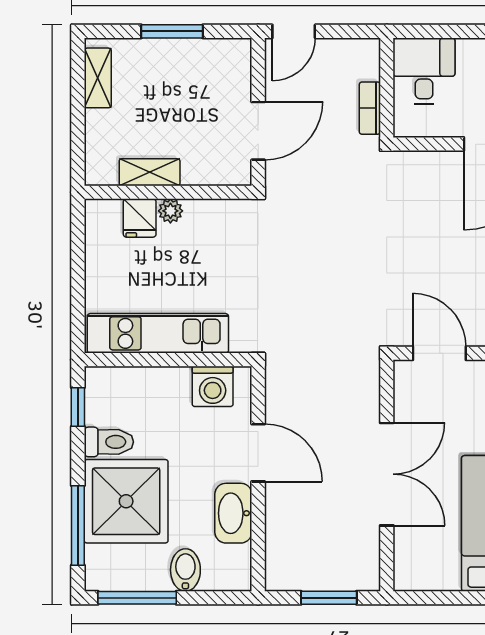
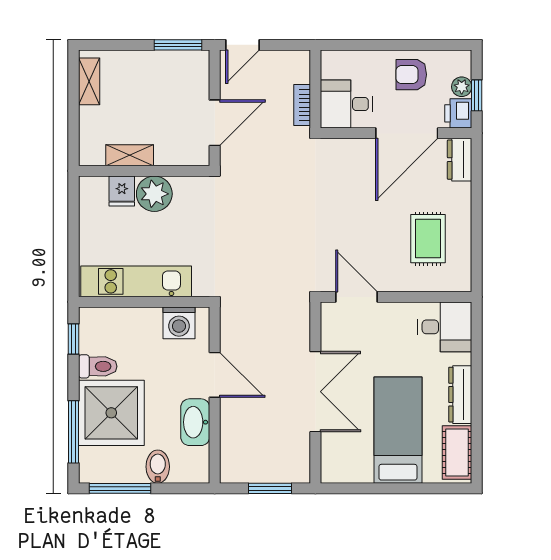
window: (172, 31) -> (178, 45), moved
desk: (424, 71) -> (346, 104), moved, turned -90
plant: (170, 211) -> (154, 194), width x1.87, depth x1.87

